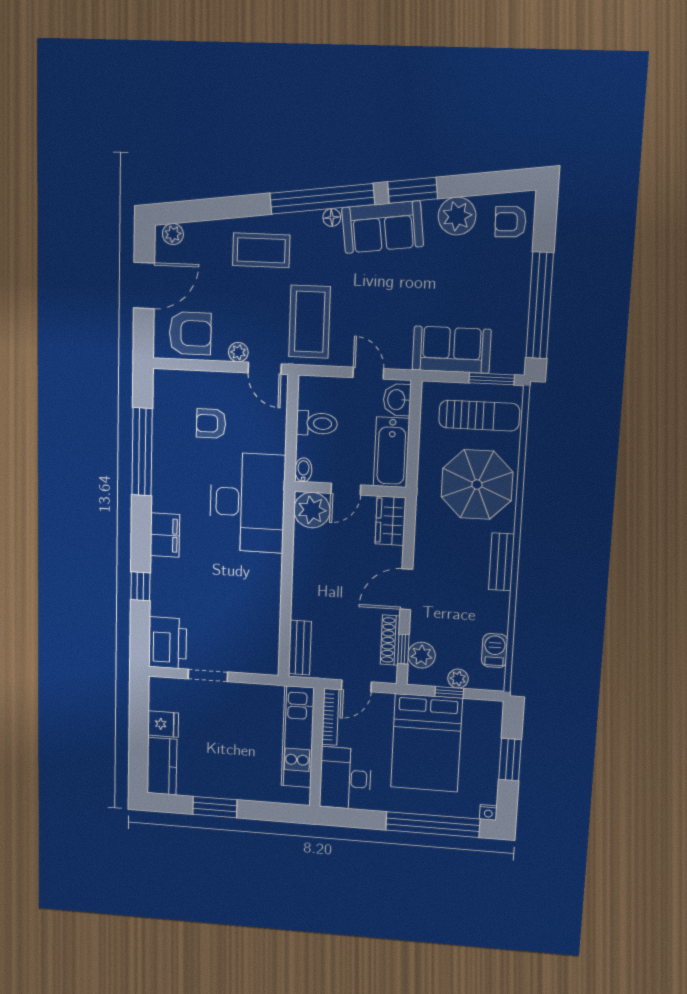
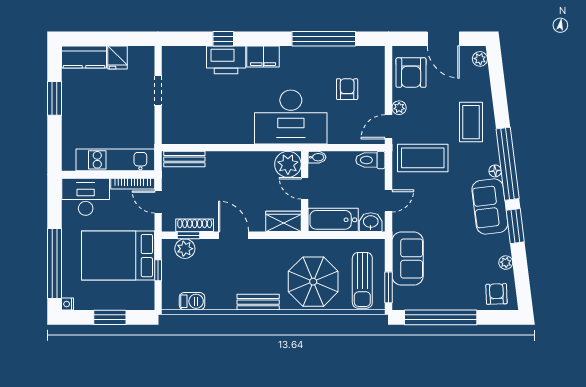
plant: (457, 216) -> (506, 263), width x0.53, depth x0.53
toilet: (317, 423) -> (370, 160), moved, turned 90
printer: (168, 643) -> (226, 60), moved
plant: (458, 679) -> (169, 276), removed

